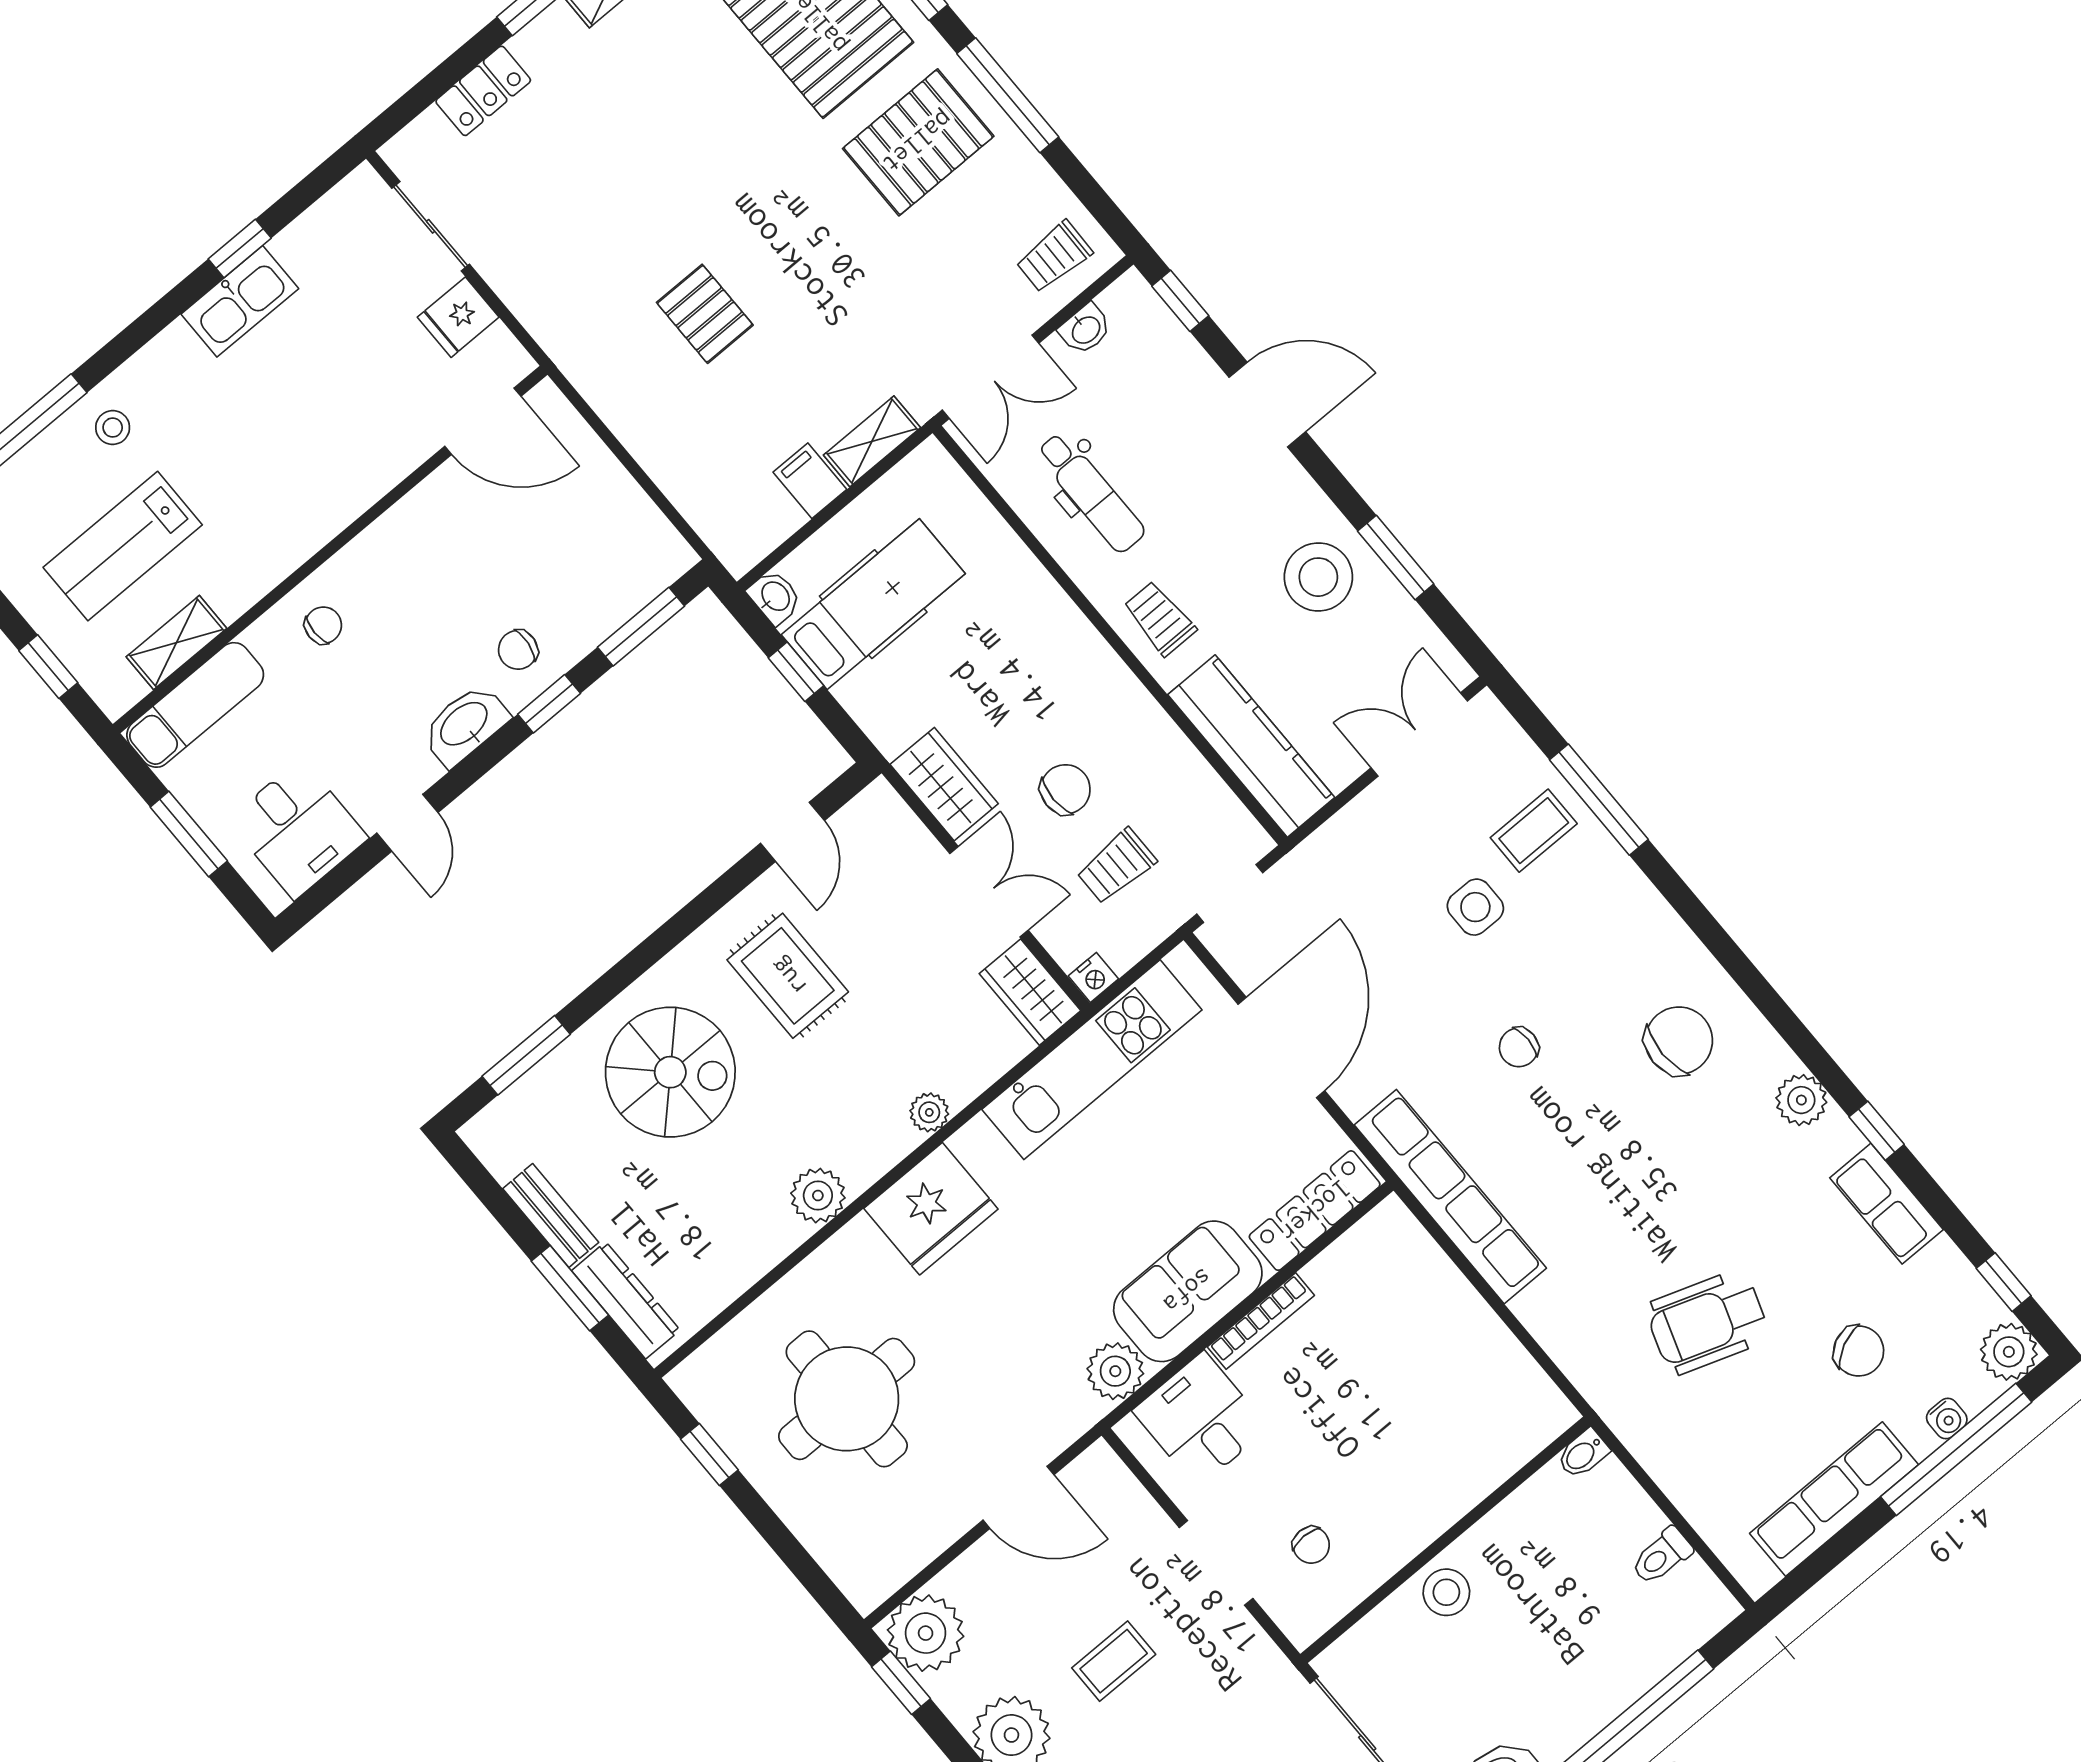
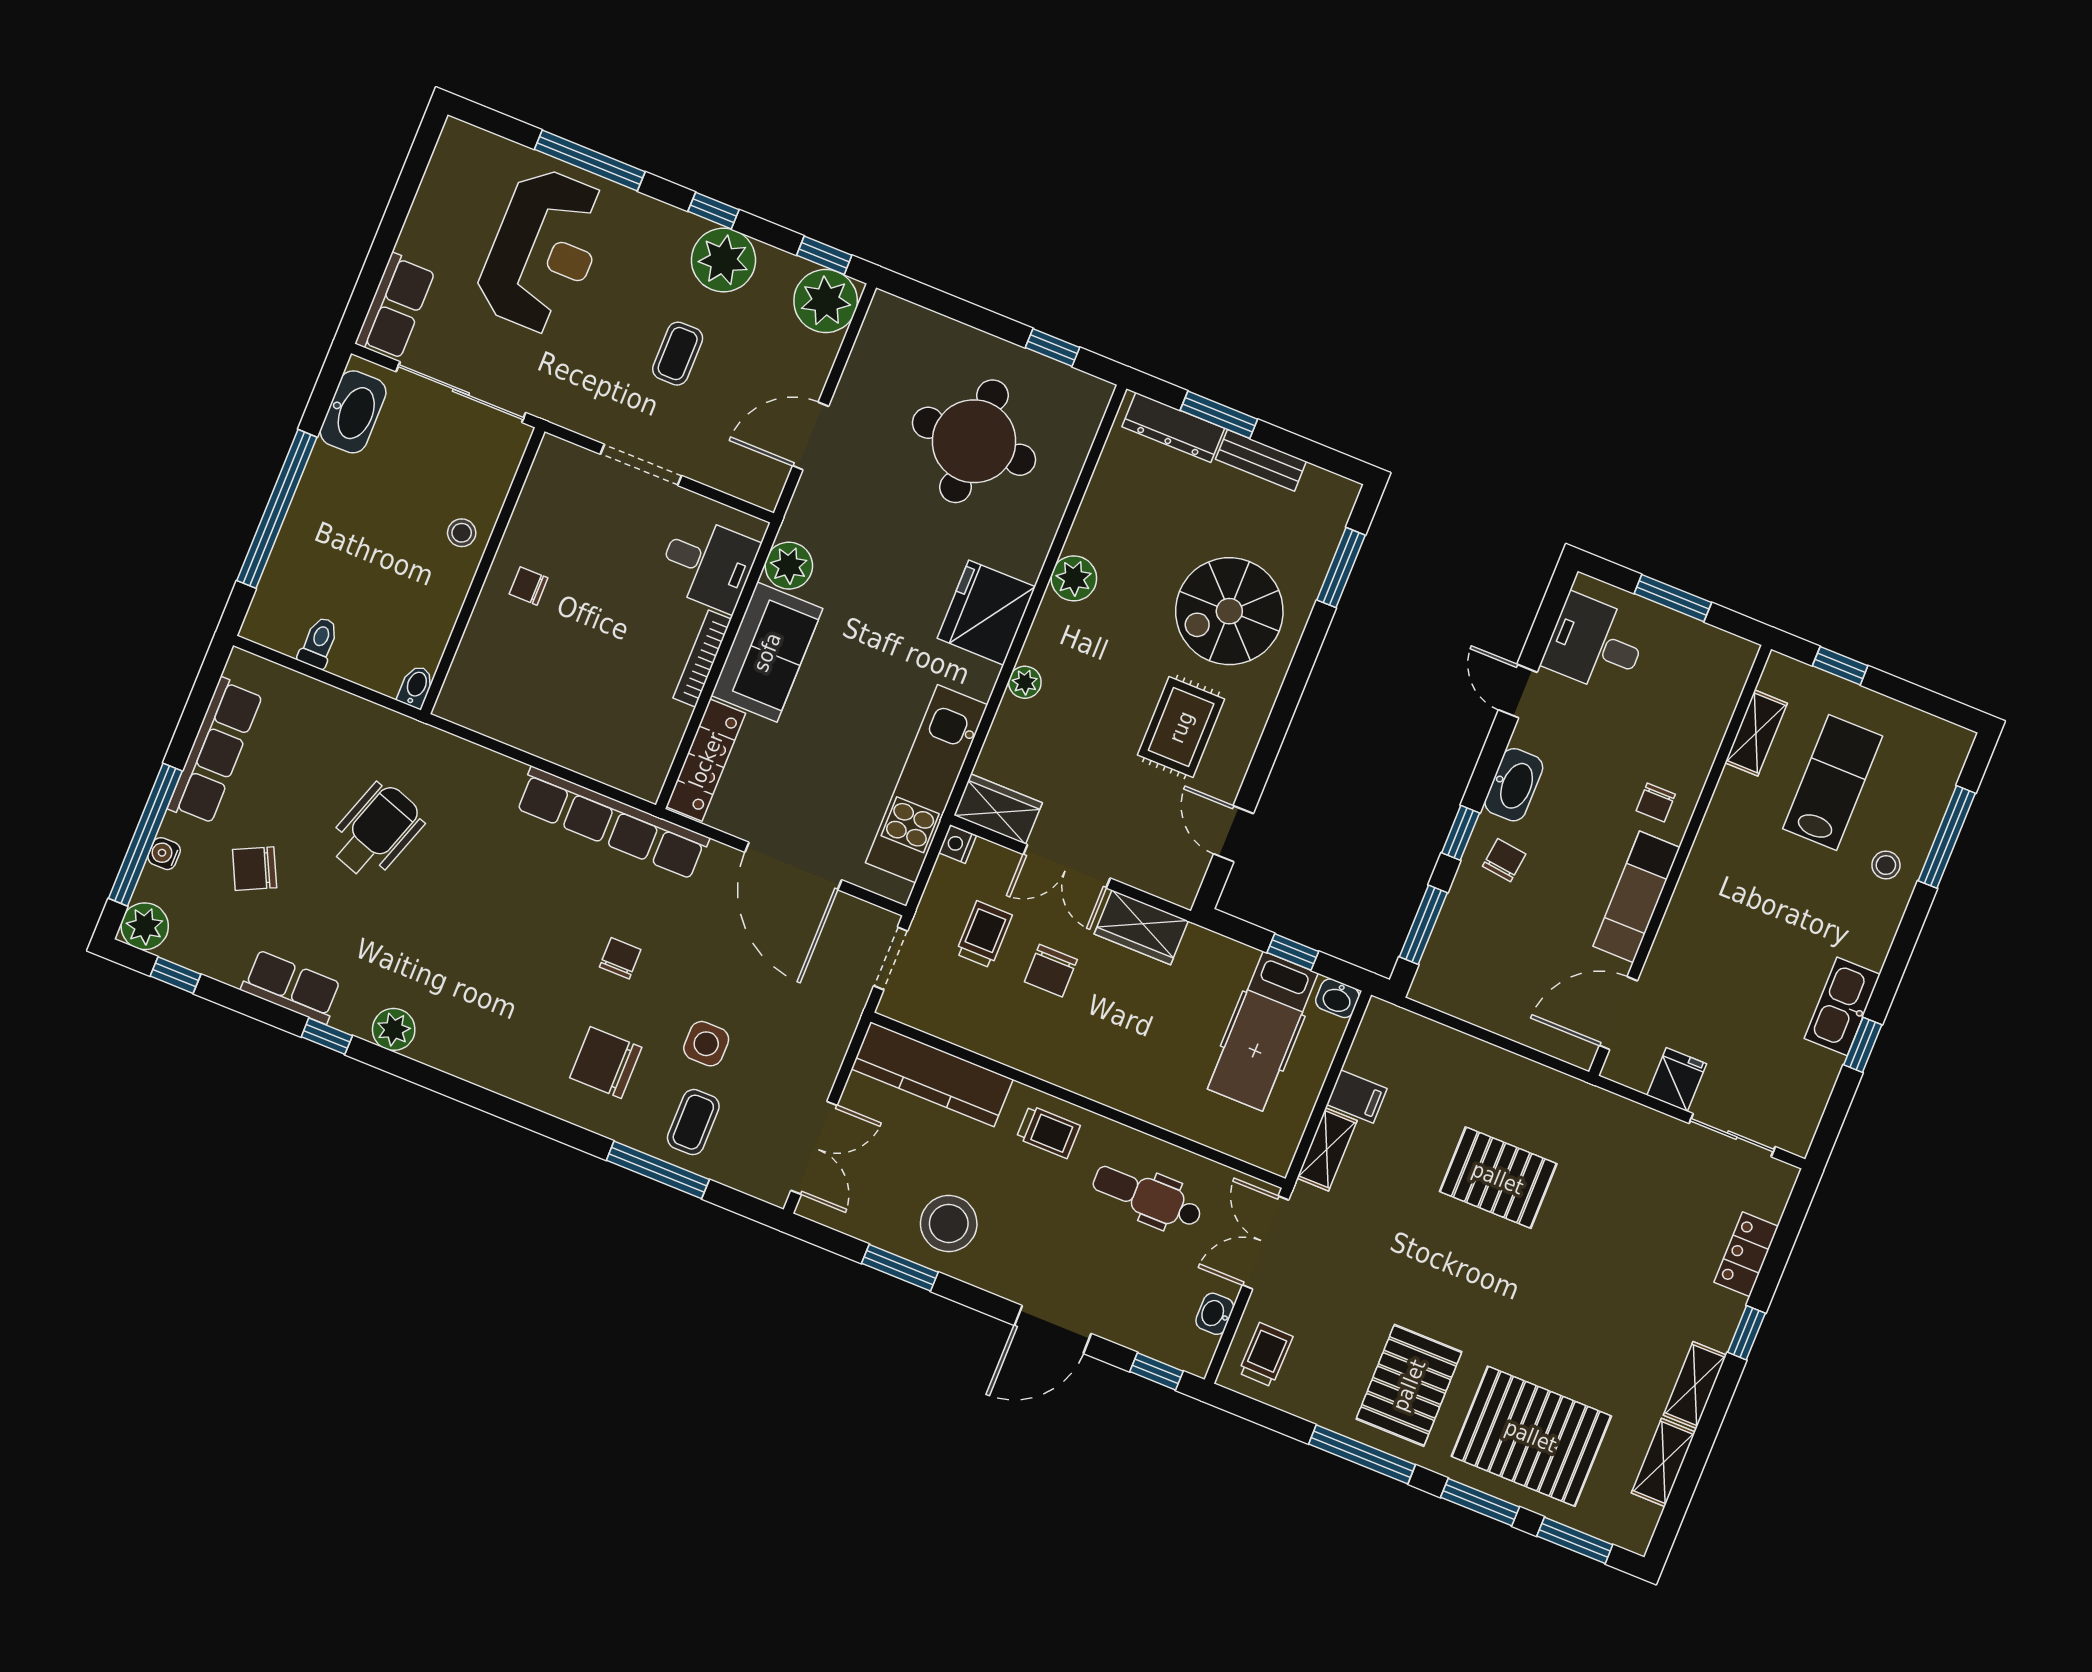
pallet: (705, 314) -> (1498, 1178), width x1.50, depth x1.42
exam couch: (195, 705) -> (1637, 897), moved
rug: (788, 976) -> (1181, 727), turned 90
chair: (1679, 1041) -> (606, 1062), moved, turned 90
chair: (1311, 1545) -> (529, 586), moved
stool: (1446, 1592) -> (462, 533), width x0.73, depth x0.73

